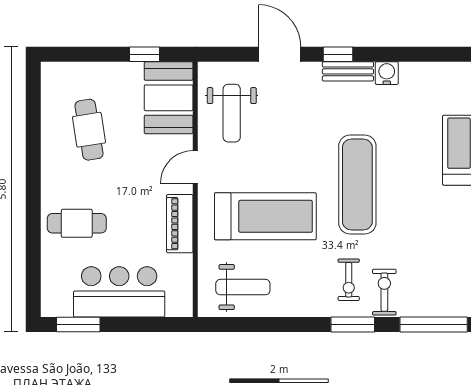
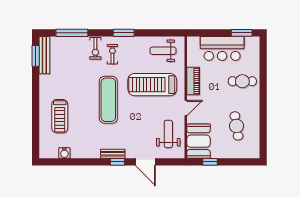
water cooler: (387, 73) -> (64, 153), moved
window: (353, 325) -> (124, 33), moved

